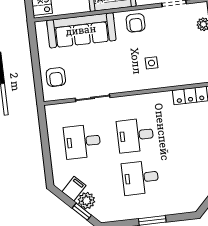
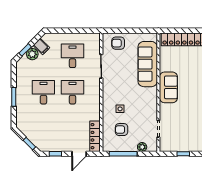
armchair: (136, 23) -> (122, 130), moved

